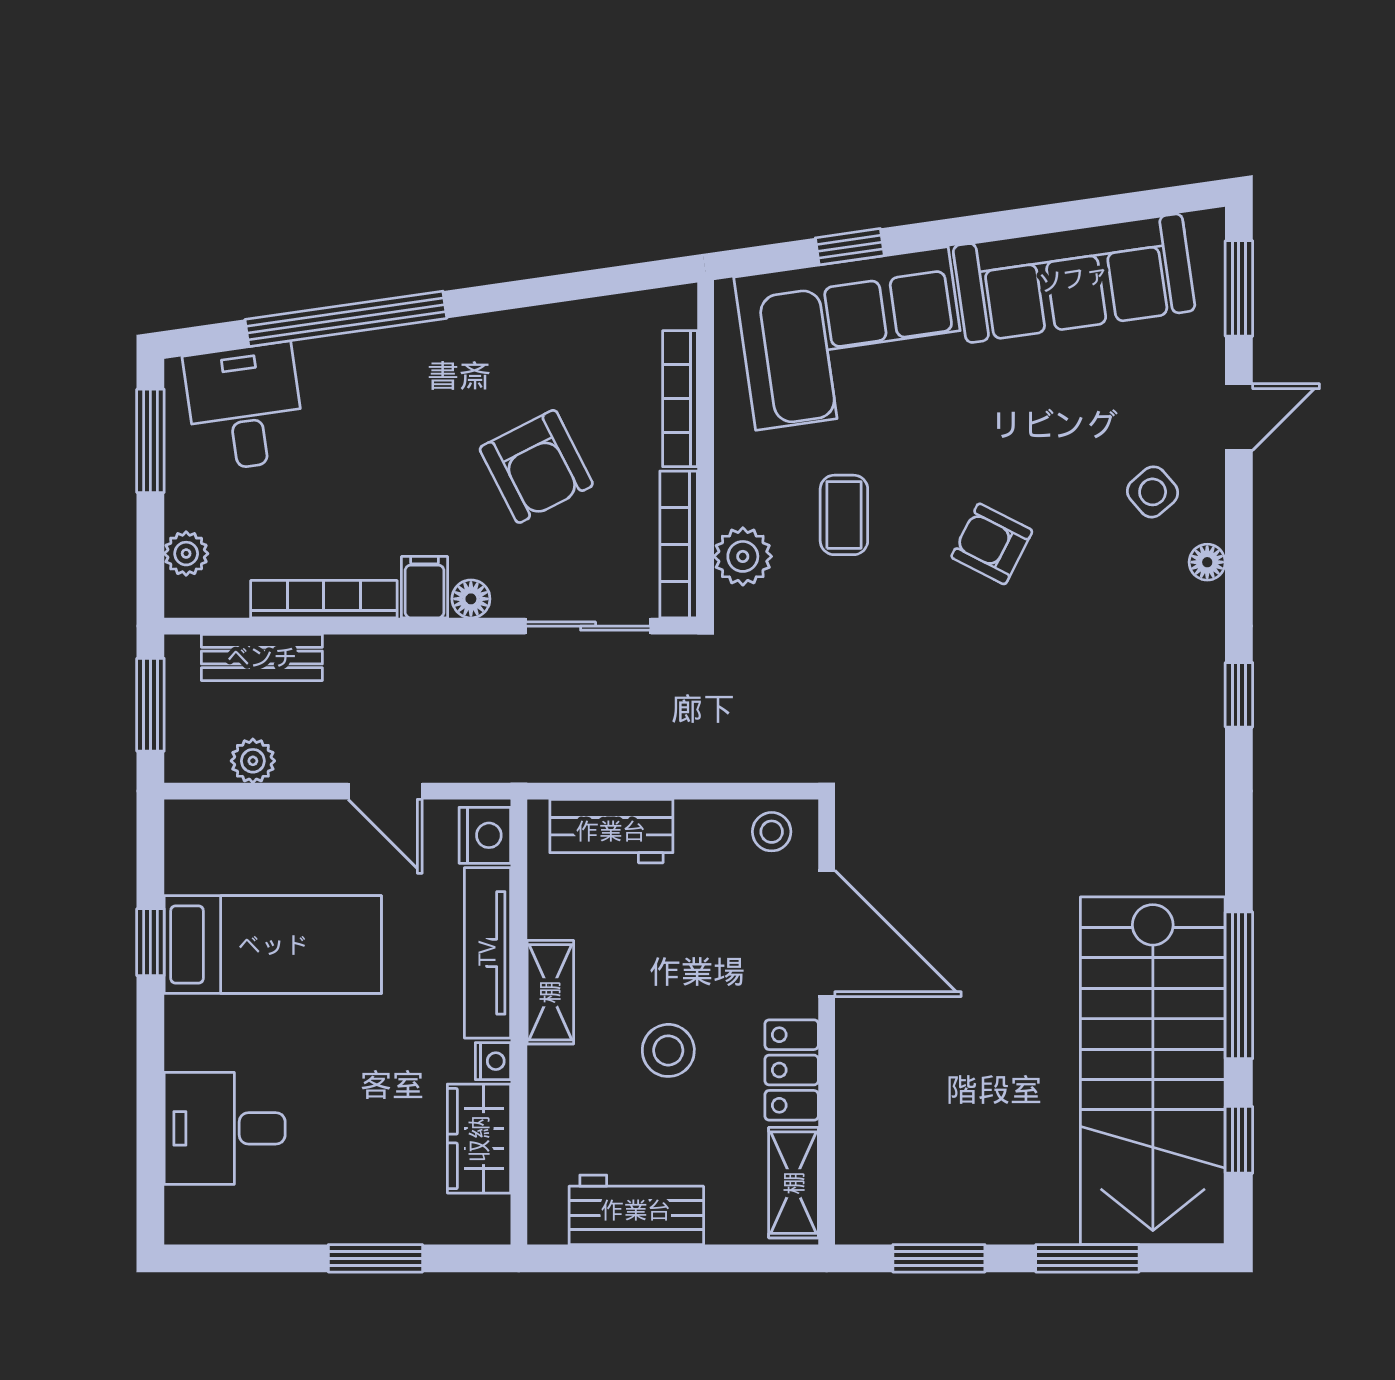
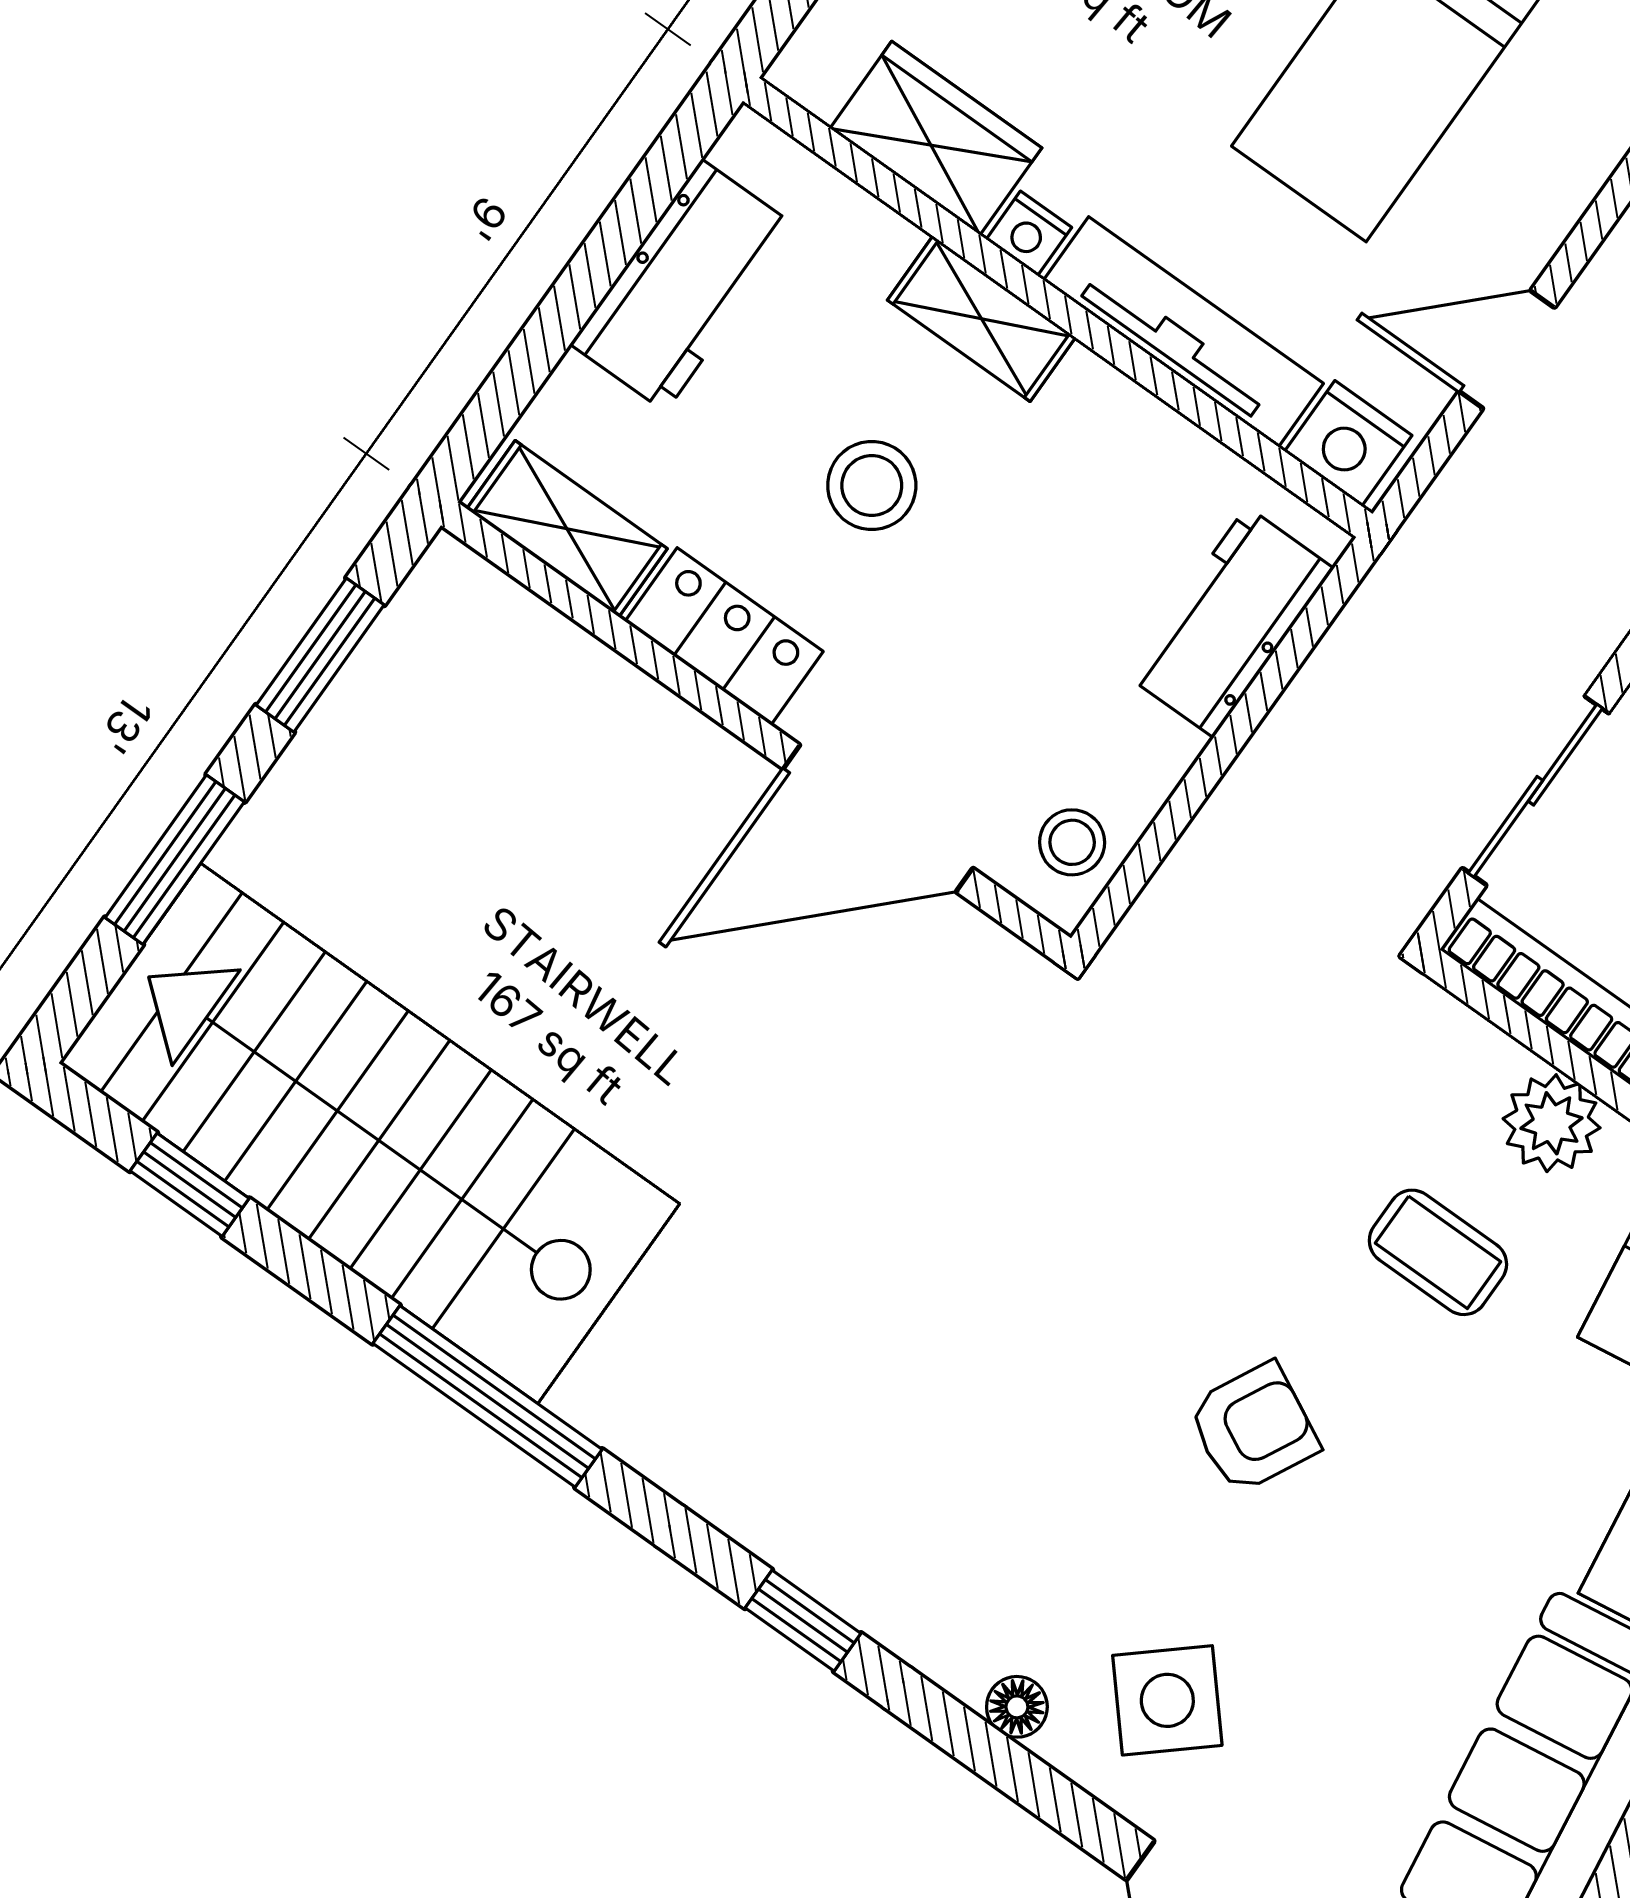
side table: (1153, 492) -> (1167, 1700), width x1.37, depth x1.37
plant: (743, 556) -> (1552, 1123), moved
window: (1239, 985) -> (487, 1396), moved
shelving: (550, 992) -> (981, 319), moved

